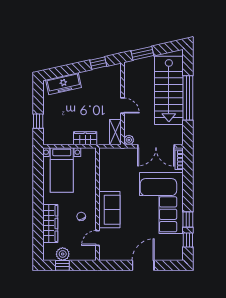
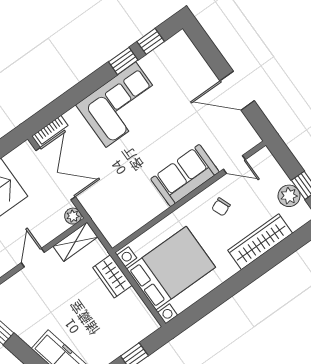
bed with nightstands: (62, 170) -> (171, 268), width x1.36
corner sofa: (161, 203) -> (121, 105), width x0.73, depth x0.74
door: (143, 265) -> (237, 91), moved

